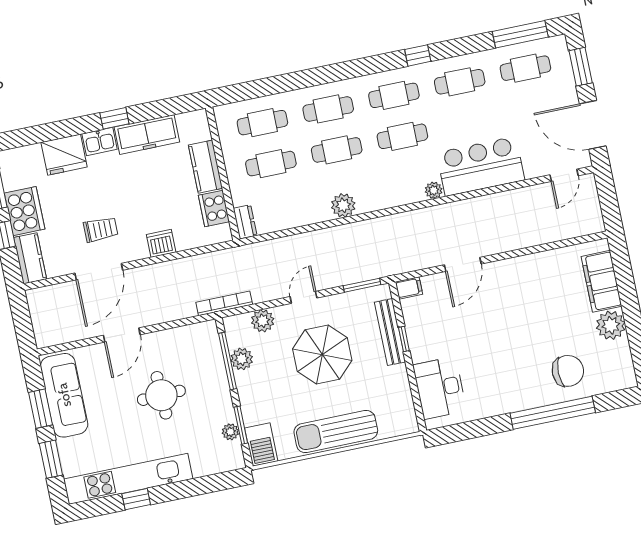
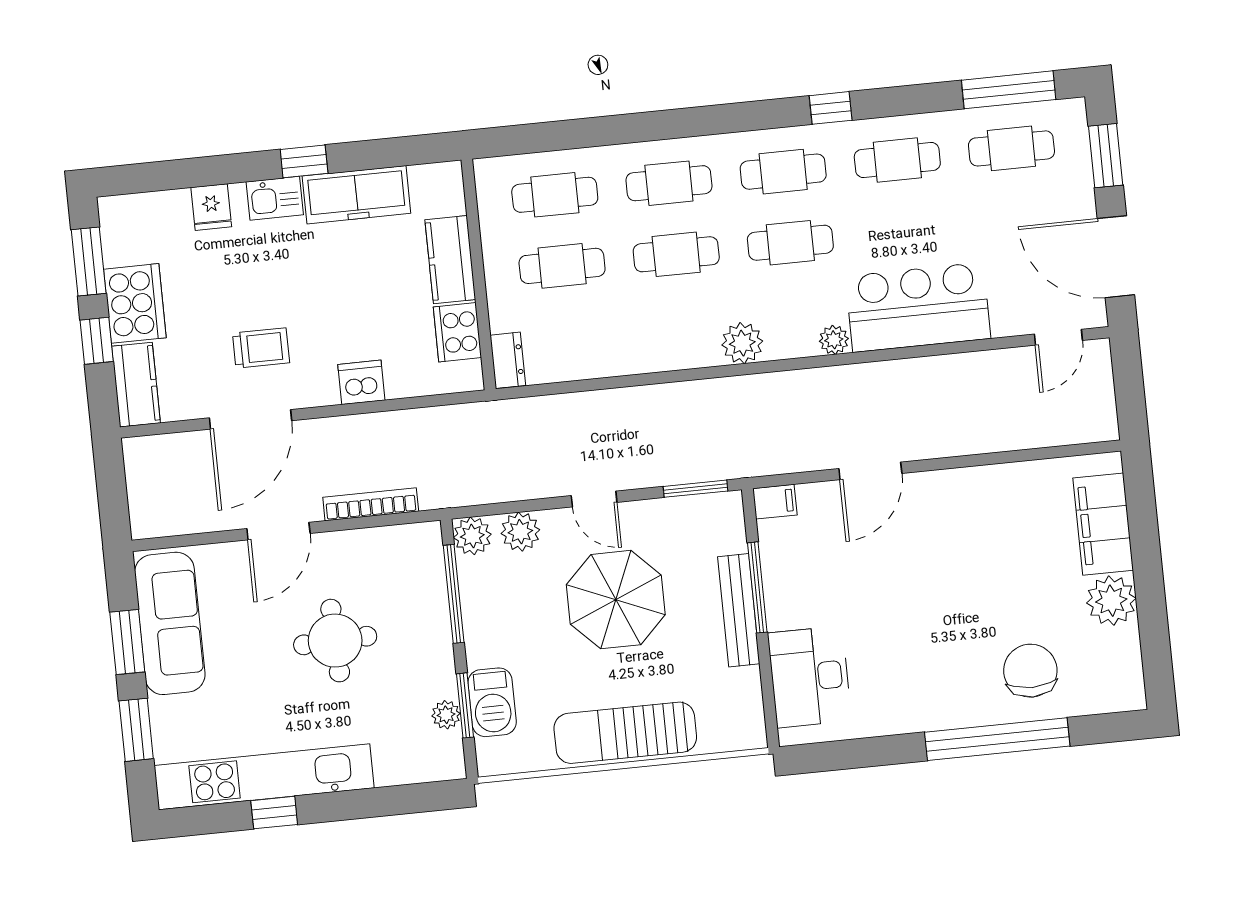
fridge: (64, 155) -> (211, 207), width x0.53, depth x0.75
plant: (343, 205) -> (742, 343), moved
door: (304, 297) -> (594, 499), swing flipped
bookcase: (224, 303) -> (371, 504), moved
bench: (390, 332) -> (739, 610), moved
window: (404, 339) -> (757, 587), width x2.17
plant: (242, 359) -> (472, 536), moved
chair: (568, 371) -> (1030, 671), turned -90
barbecue: (261, 445) -> (492, 702), moved

